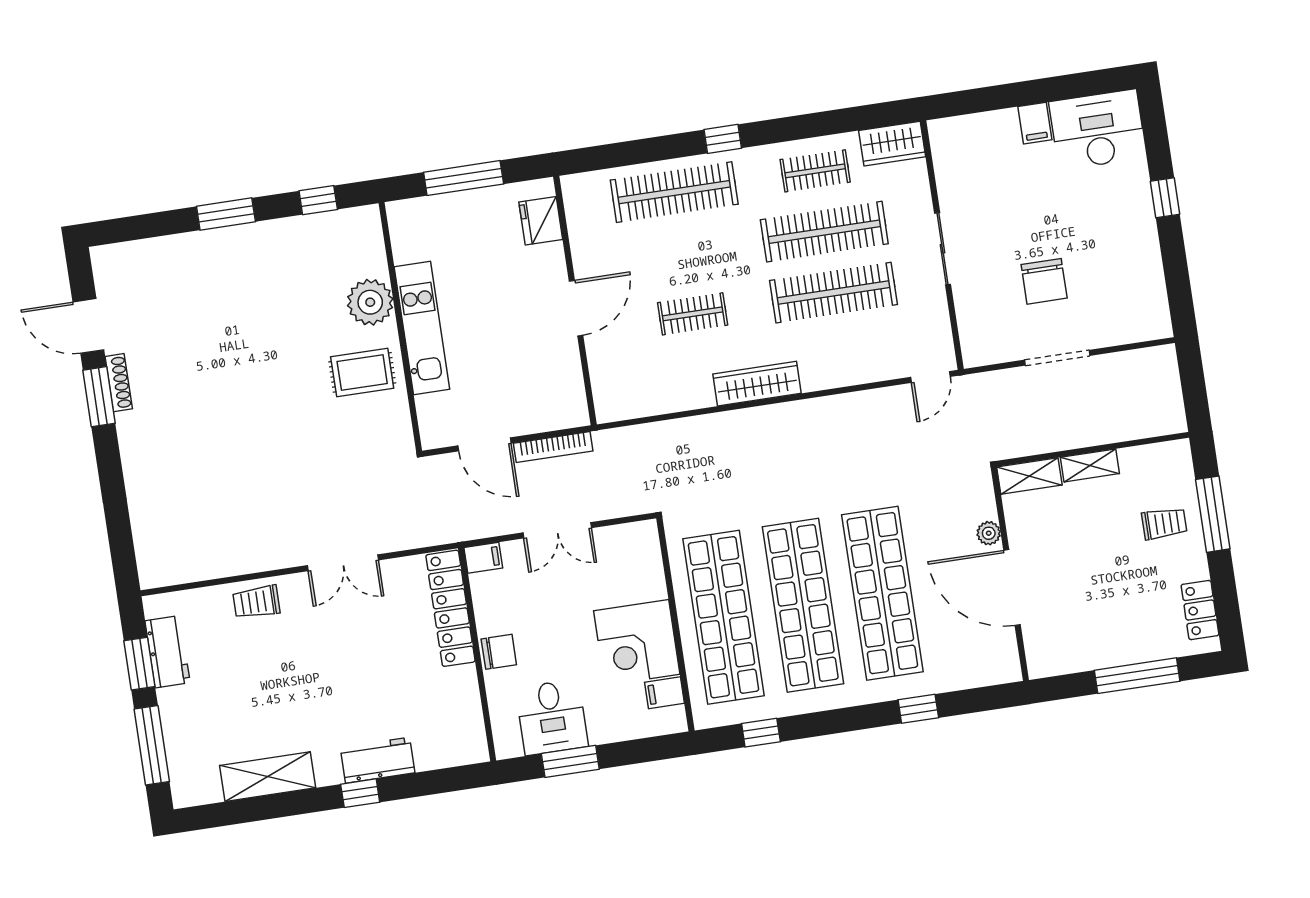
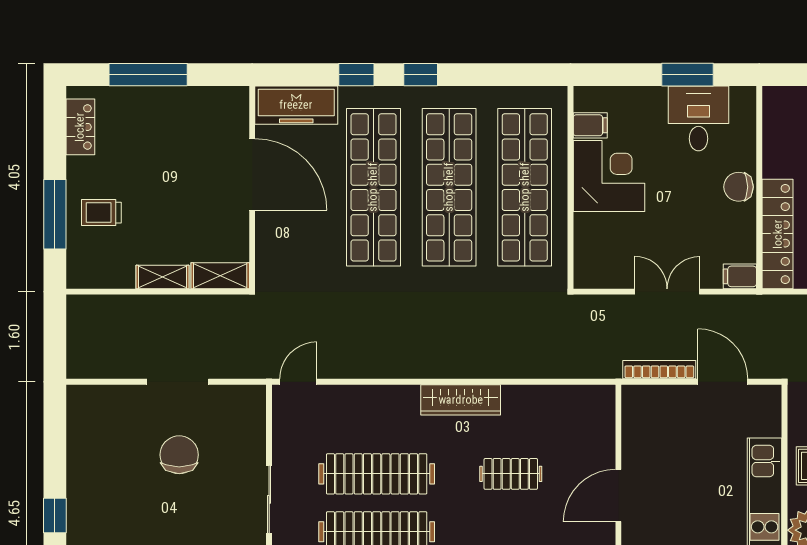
plant: (989, 533) -> (266, 228), removed
freezer: (977, 667) -> (296, 105), added
window: (761, 733) -> (421, 75), moved

